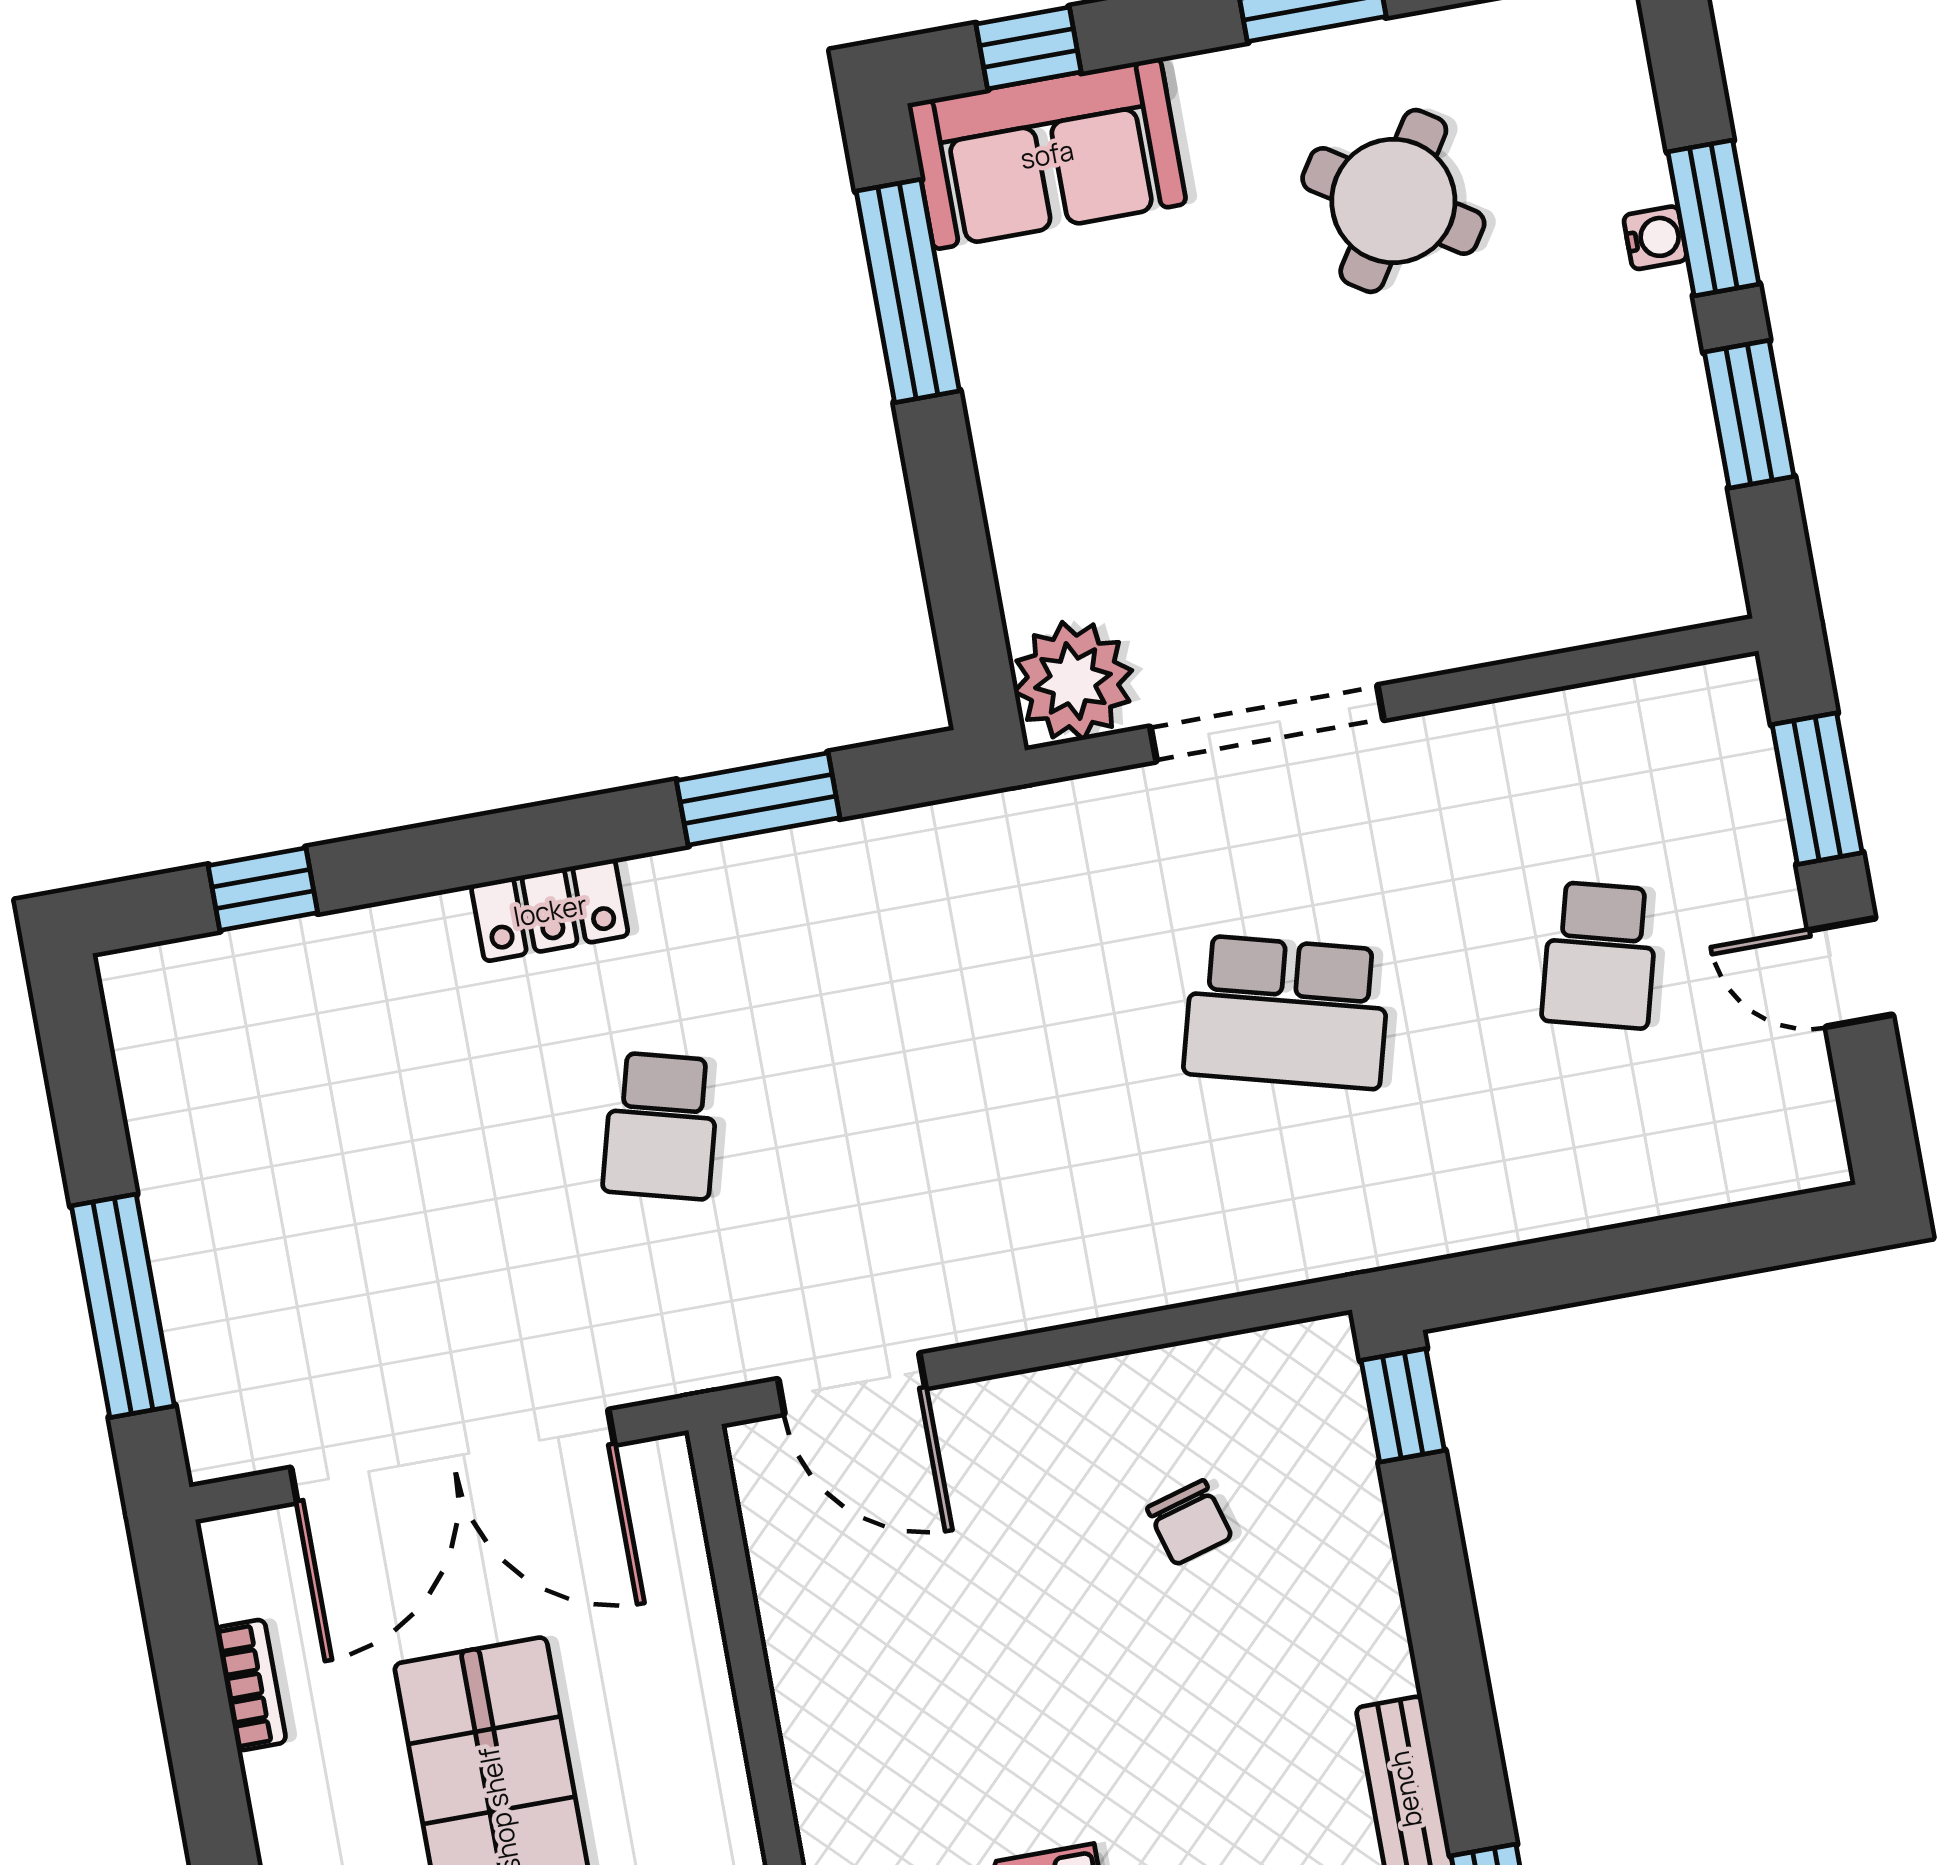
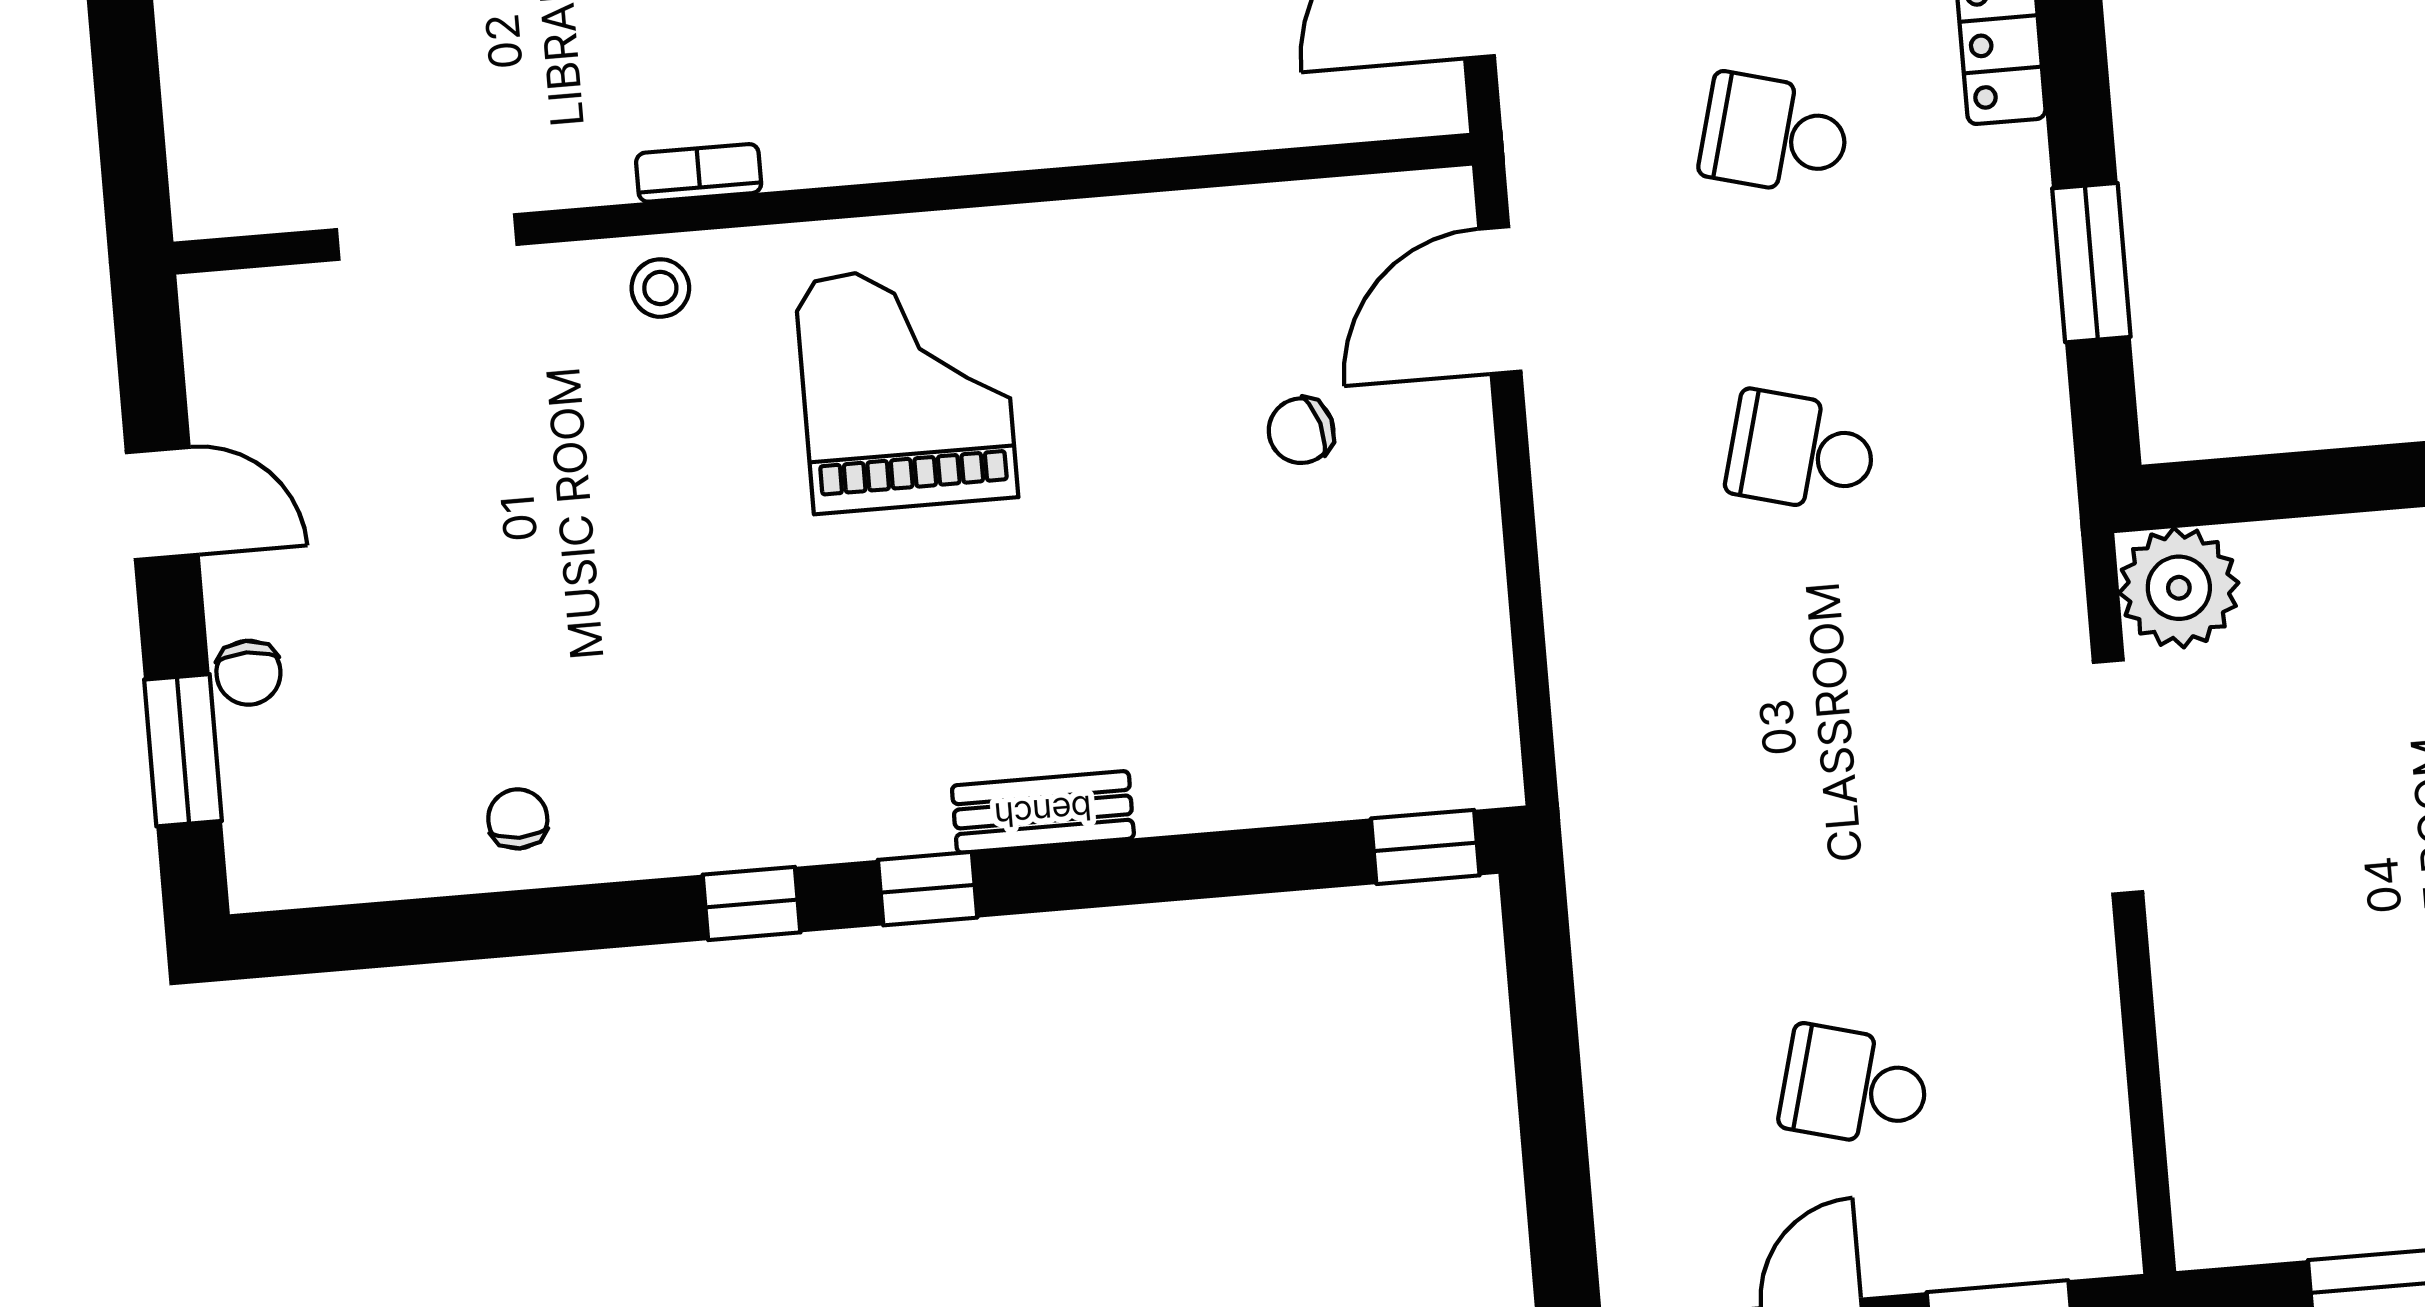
school desk: (1287, 1012) -> (1802, 452), moved, width x0.54
chair: (1189, 1523) -> (1301, 431), moved

